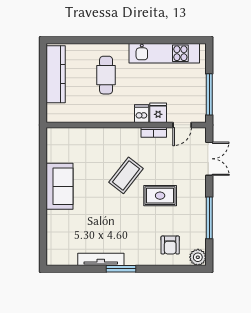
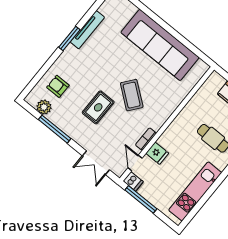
dishwasher: (142, 114) -> (133, 181), moved
sofa: (59, 186) -> (160, 45), width x1.85, depth x1.27
plant: (198, 257) -> (44, 107), moved

